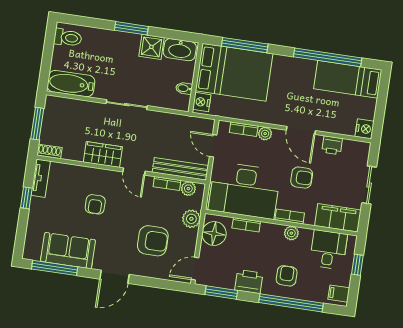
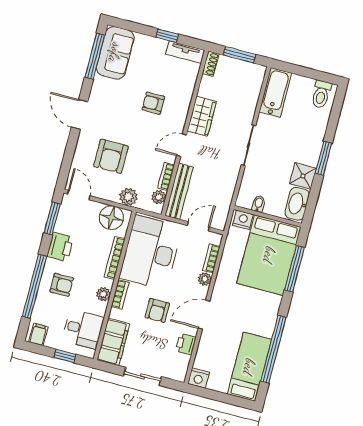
bookcase: (246, 225) -> (115, 258), width x1.56
sofa: (68, 251) -> (115, 53), moved

